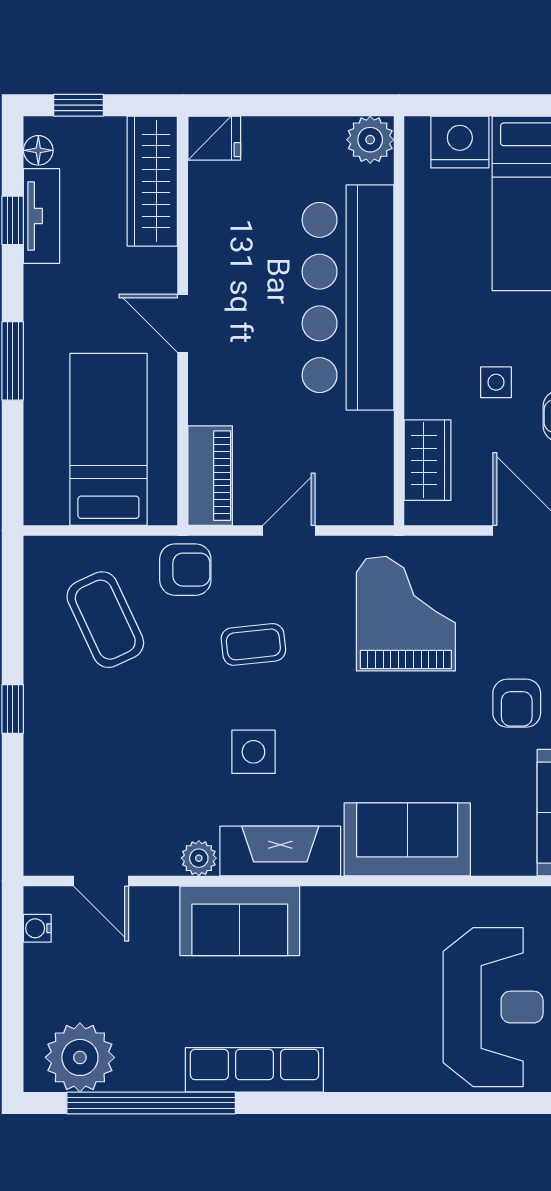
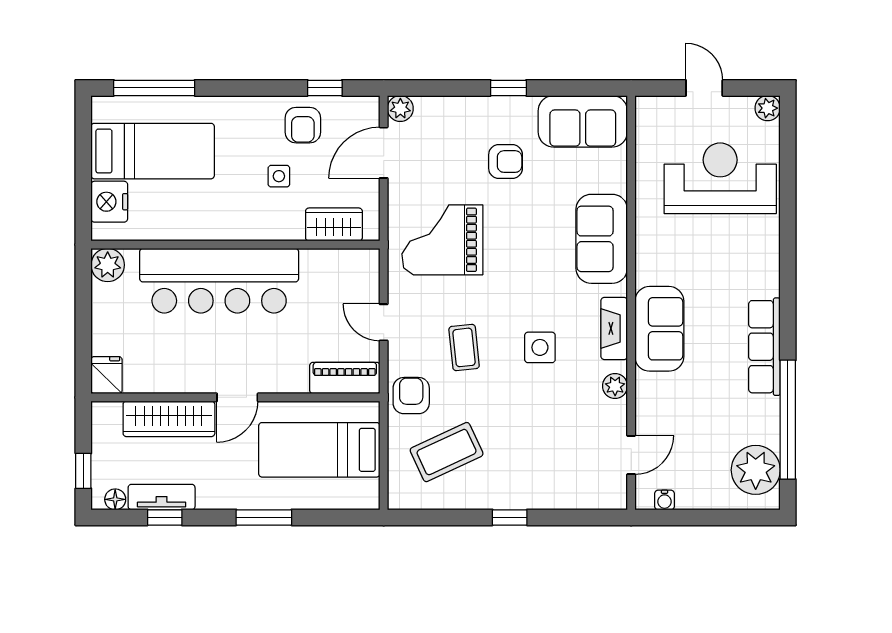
wardrobe: (152, 181) -> (169, 419), moved
fireplace: (280, 851) -> (614, 328), width x0.73, depth x0.76
sofa: (240, 921) -> (659, 329), moved

